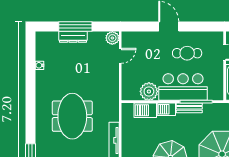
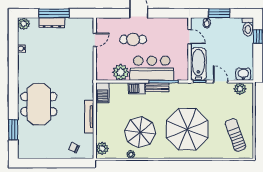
plant: (112, 38) -> (24, 24), moved
cafe table: (187, 53) -> (133, 39), moved
barbecue: (145, 110) -> (102, 93), moved, turned -90
meeting table: (72, 116) -> (39, 104), moved

